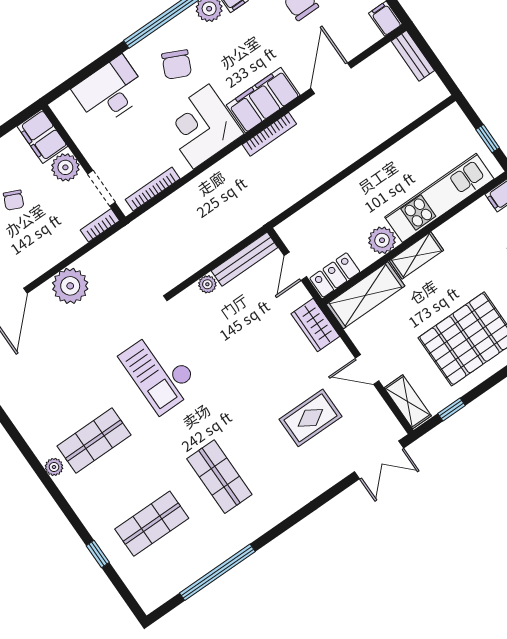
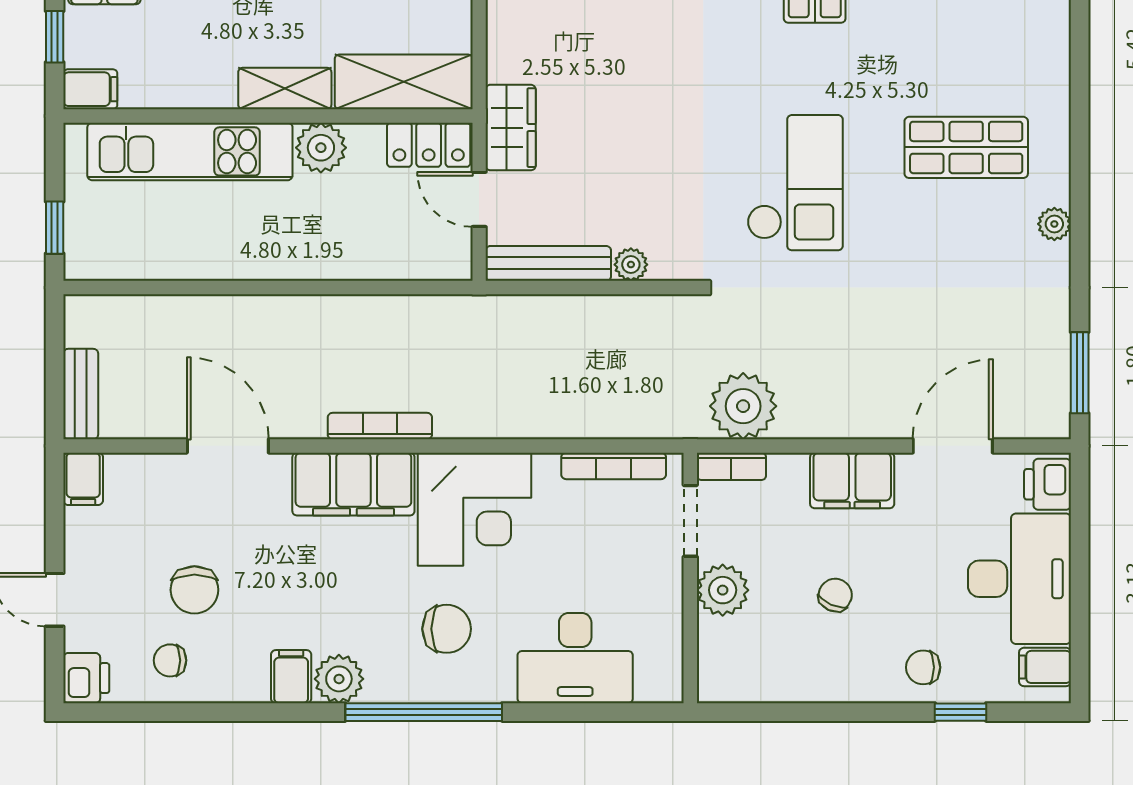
chair: (177, 64) -> (447, 629), turned 65
door: (331, 78) -> (228, 446), swing flipped
filing cabinet: (42, 136) -> (852, 480), moved, turned 90
window: (488, 139) -> (55, 228), moved
door: (295, 266) -> (479, 199), swing flipped
plant: (70, 286) -> (743, 406), moved
wardrobe: (315, 325) -> (511, 128), moved
plant: (54, 467) -> (1054, 224), moved

